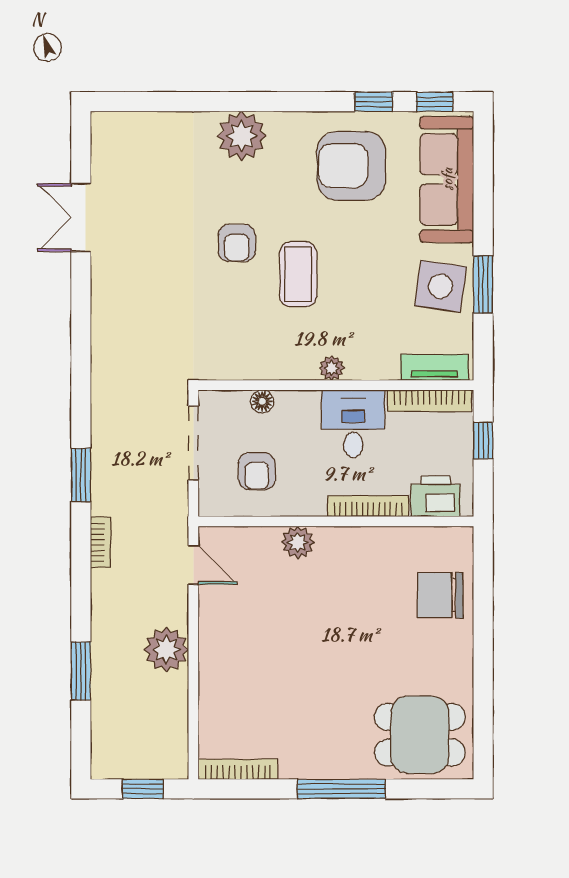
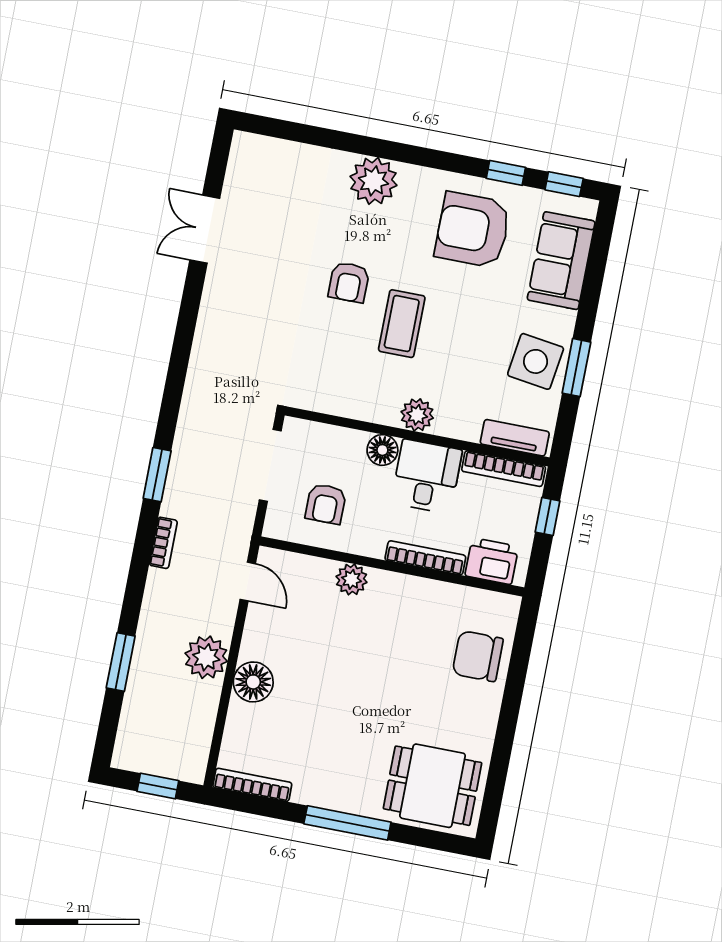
sofa: (447, 179) -> (561, 261), width x0.73
plant: (332, 368) -> (417, 415), width x1.38, depth x1.38
floor lamp: (262, 401) -> (382, 450), moved, width x1.37, depth x1.37
floor lamp: (219, 665) -> (253, 682), added

